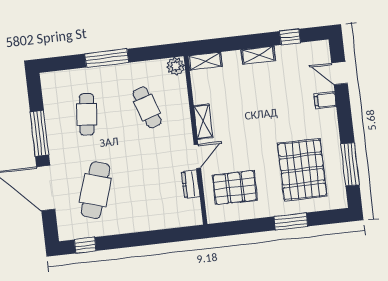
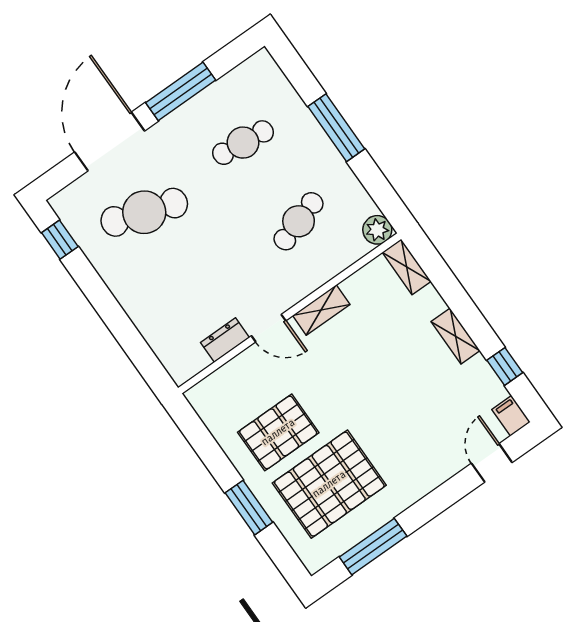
filing cabinet: (325, 100) -> (511, 416), moved
pallet: (235, 188) -> (278, 432), moved, turned 90

